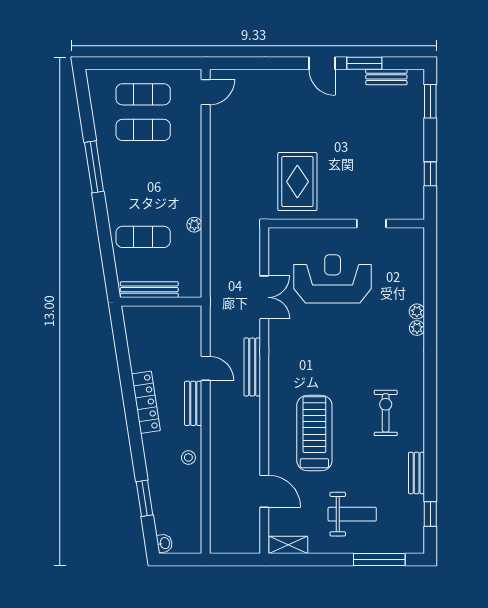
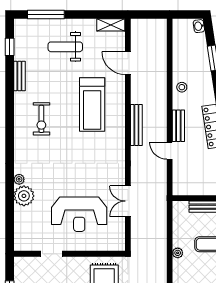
plant: (417, 311) -> (24, 196), width x1.87, depth x1.87
bench: (252, 367) -> (136, 125), moved

